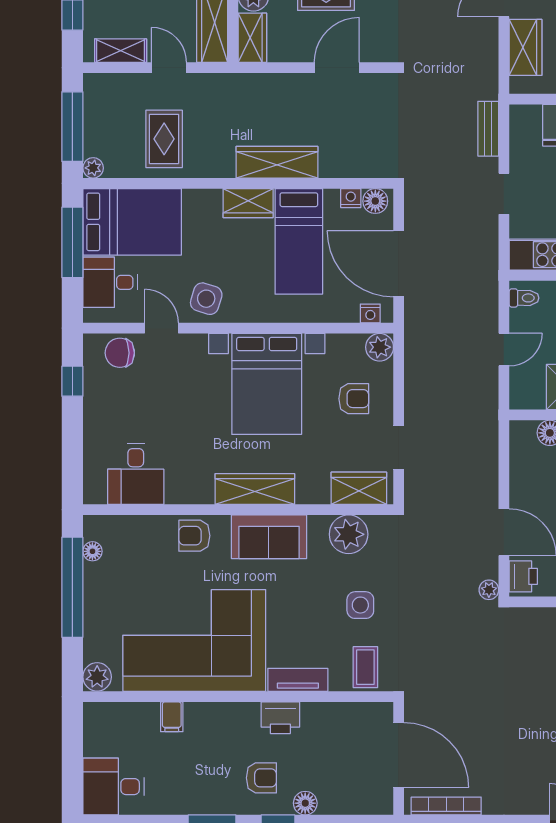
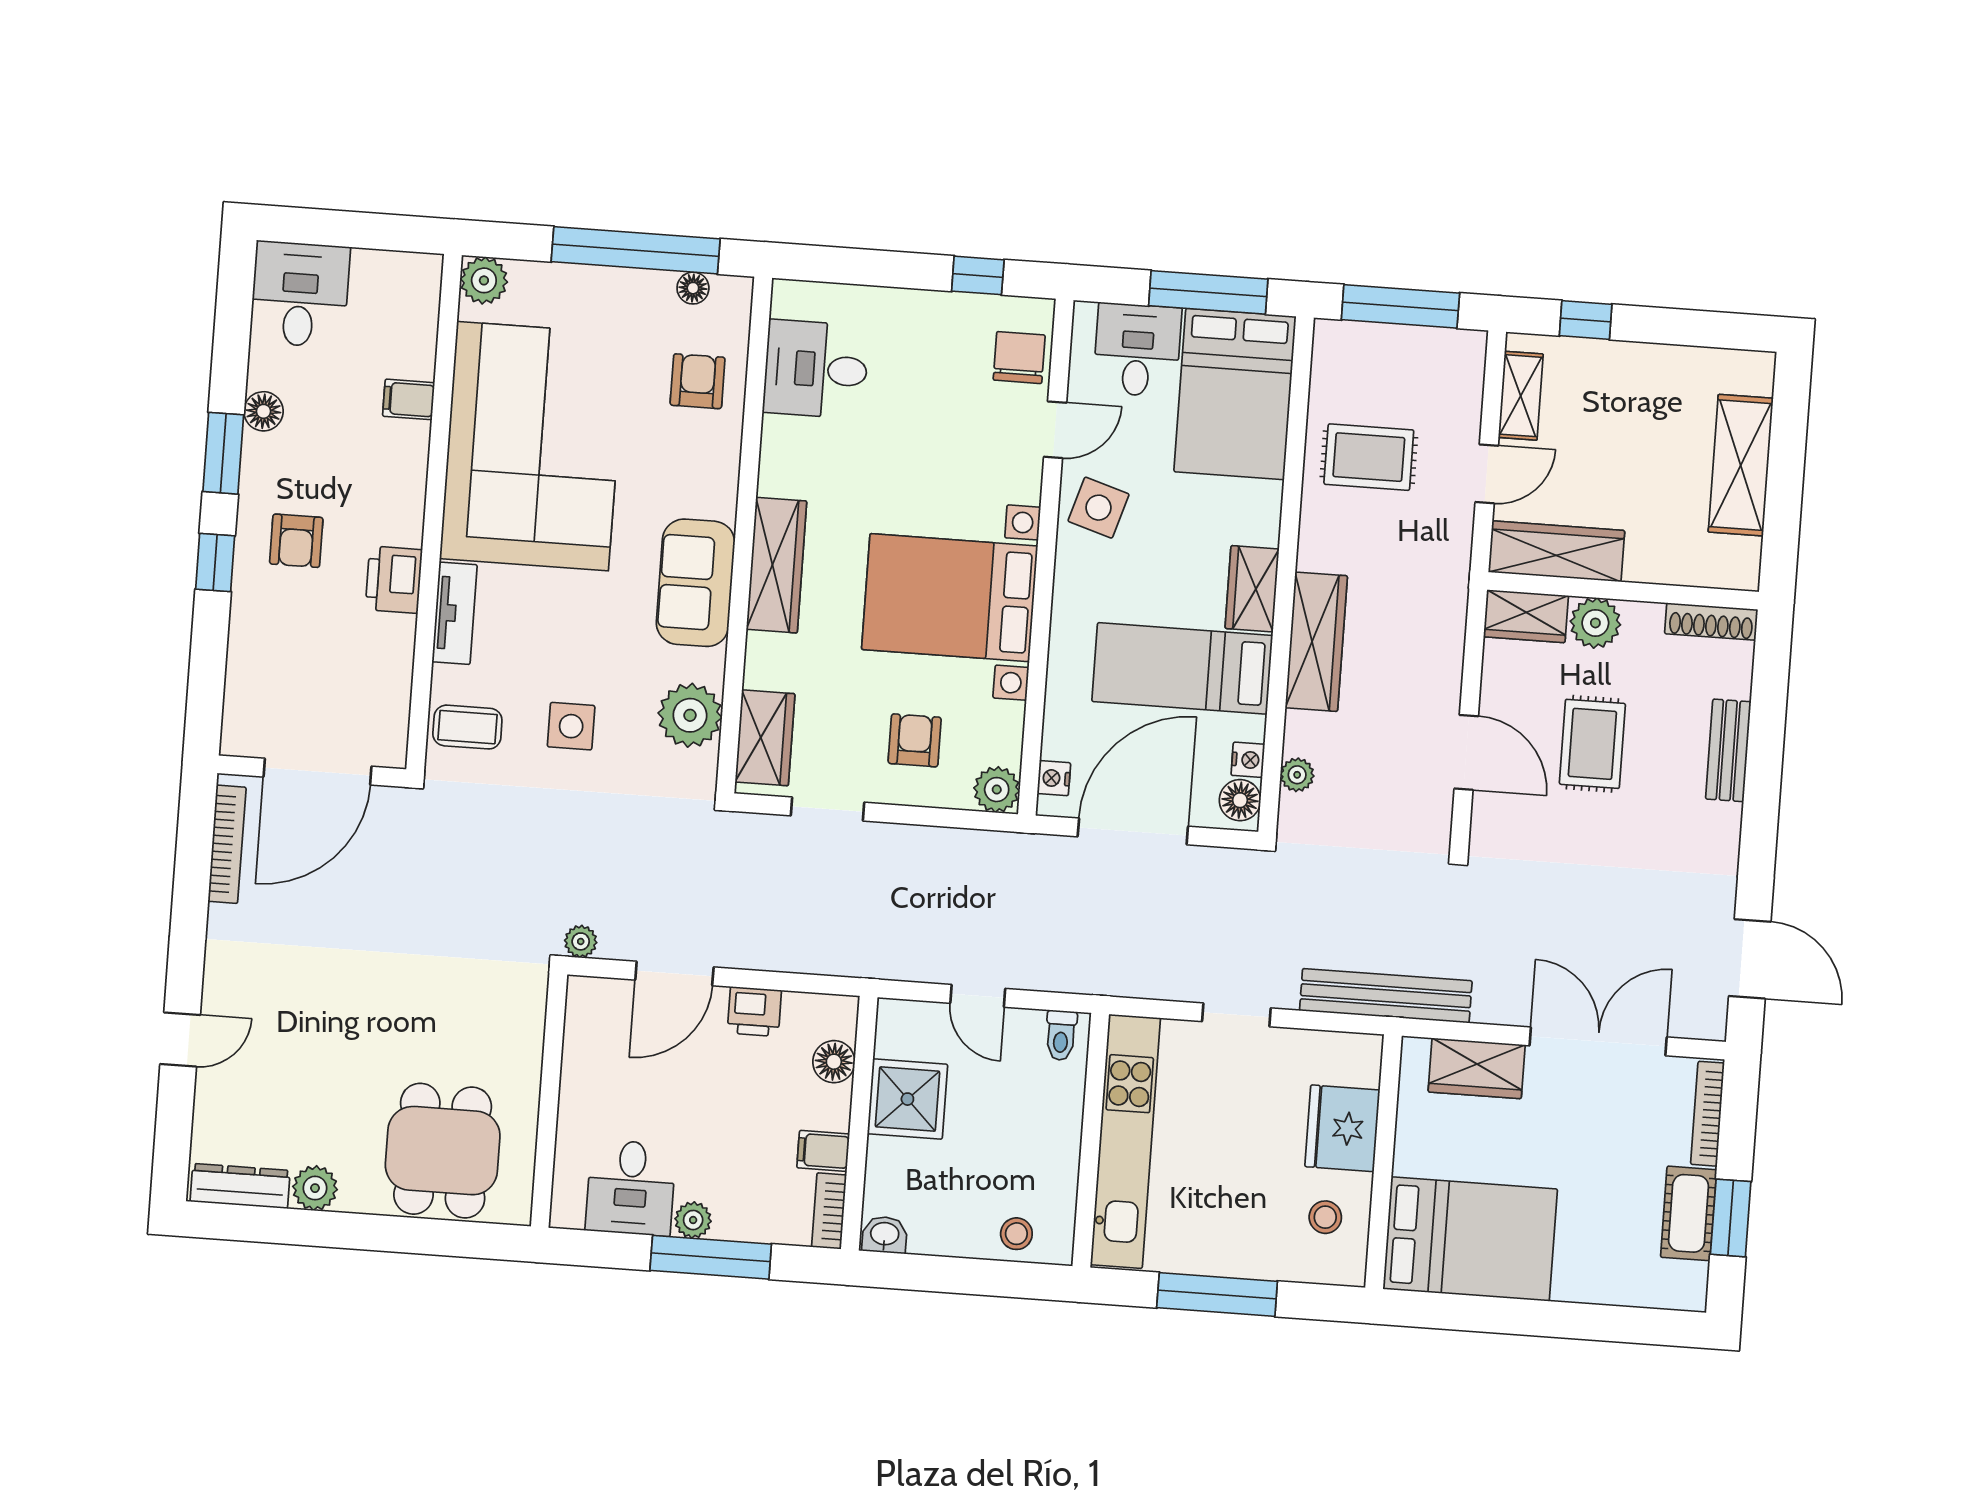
bench: (488, 129) -> (1386, 996), width x1.86, depth x1.21
plant: (93, 168) -> (1297, 775), moved
armchair: (354, 399) -> (915, 740), turned 180
armchair: (194, 536) -> (698, 381), moved
printer: (523, 576) -> (754, 1012), moved
floor lamp: (305, 803) -> (264, 411), moved

